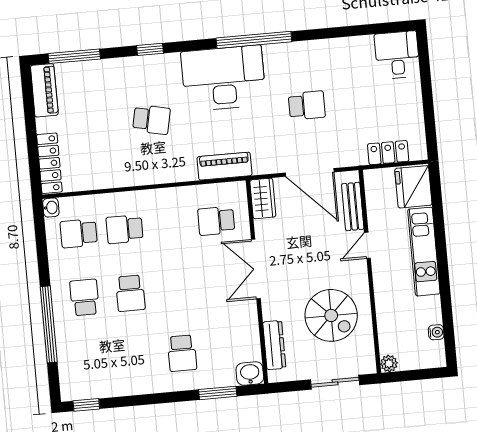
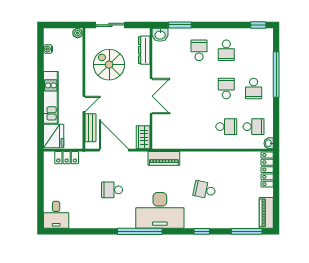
school desk: (216, 221) -> (226, 50), moved, turned 90

